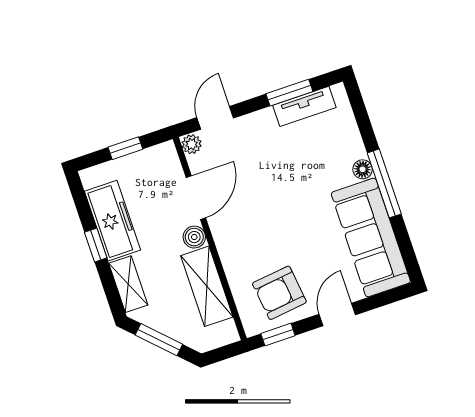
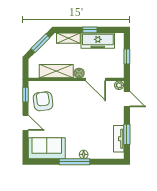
sofa: (371, 238) -> (47, 148), width x0.73

